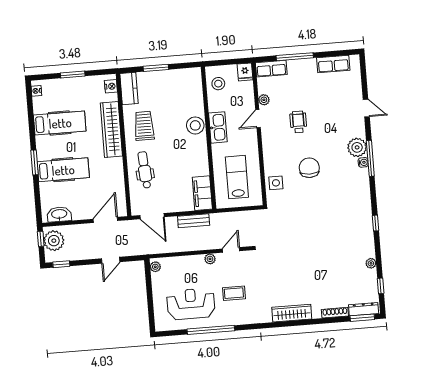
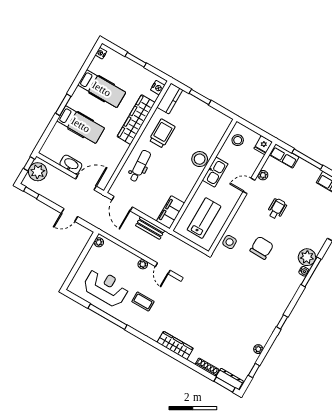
washbasin: (59, 214) -> (71, 164), moved
door: (231, 250) -> (163, 268), swing flipped

